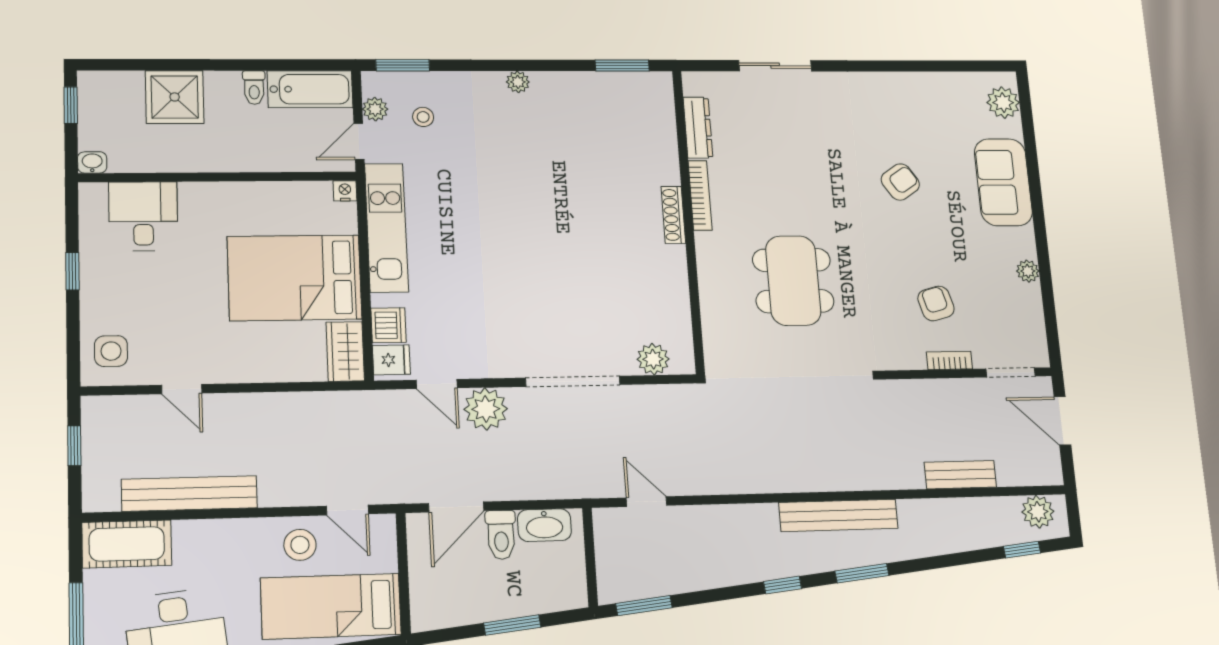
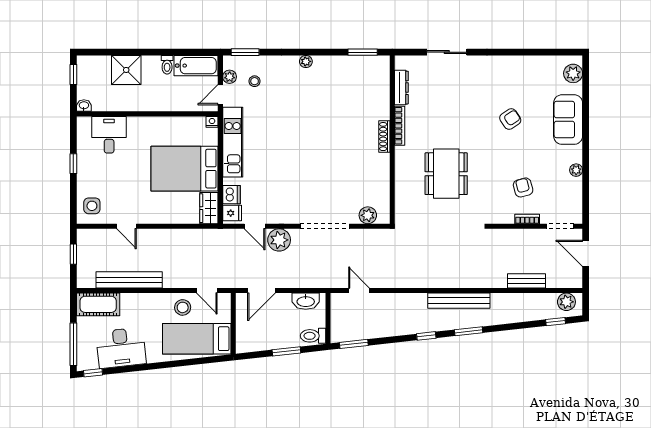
toilet: (501, 535) -> (313, 336), moved, turned 90

